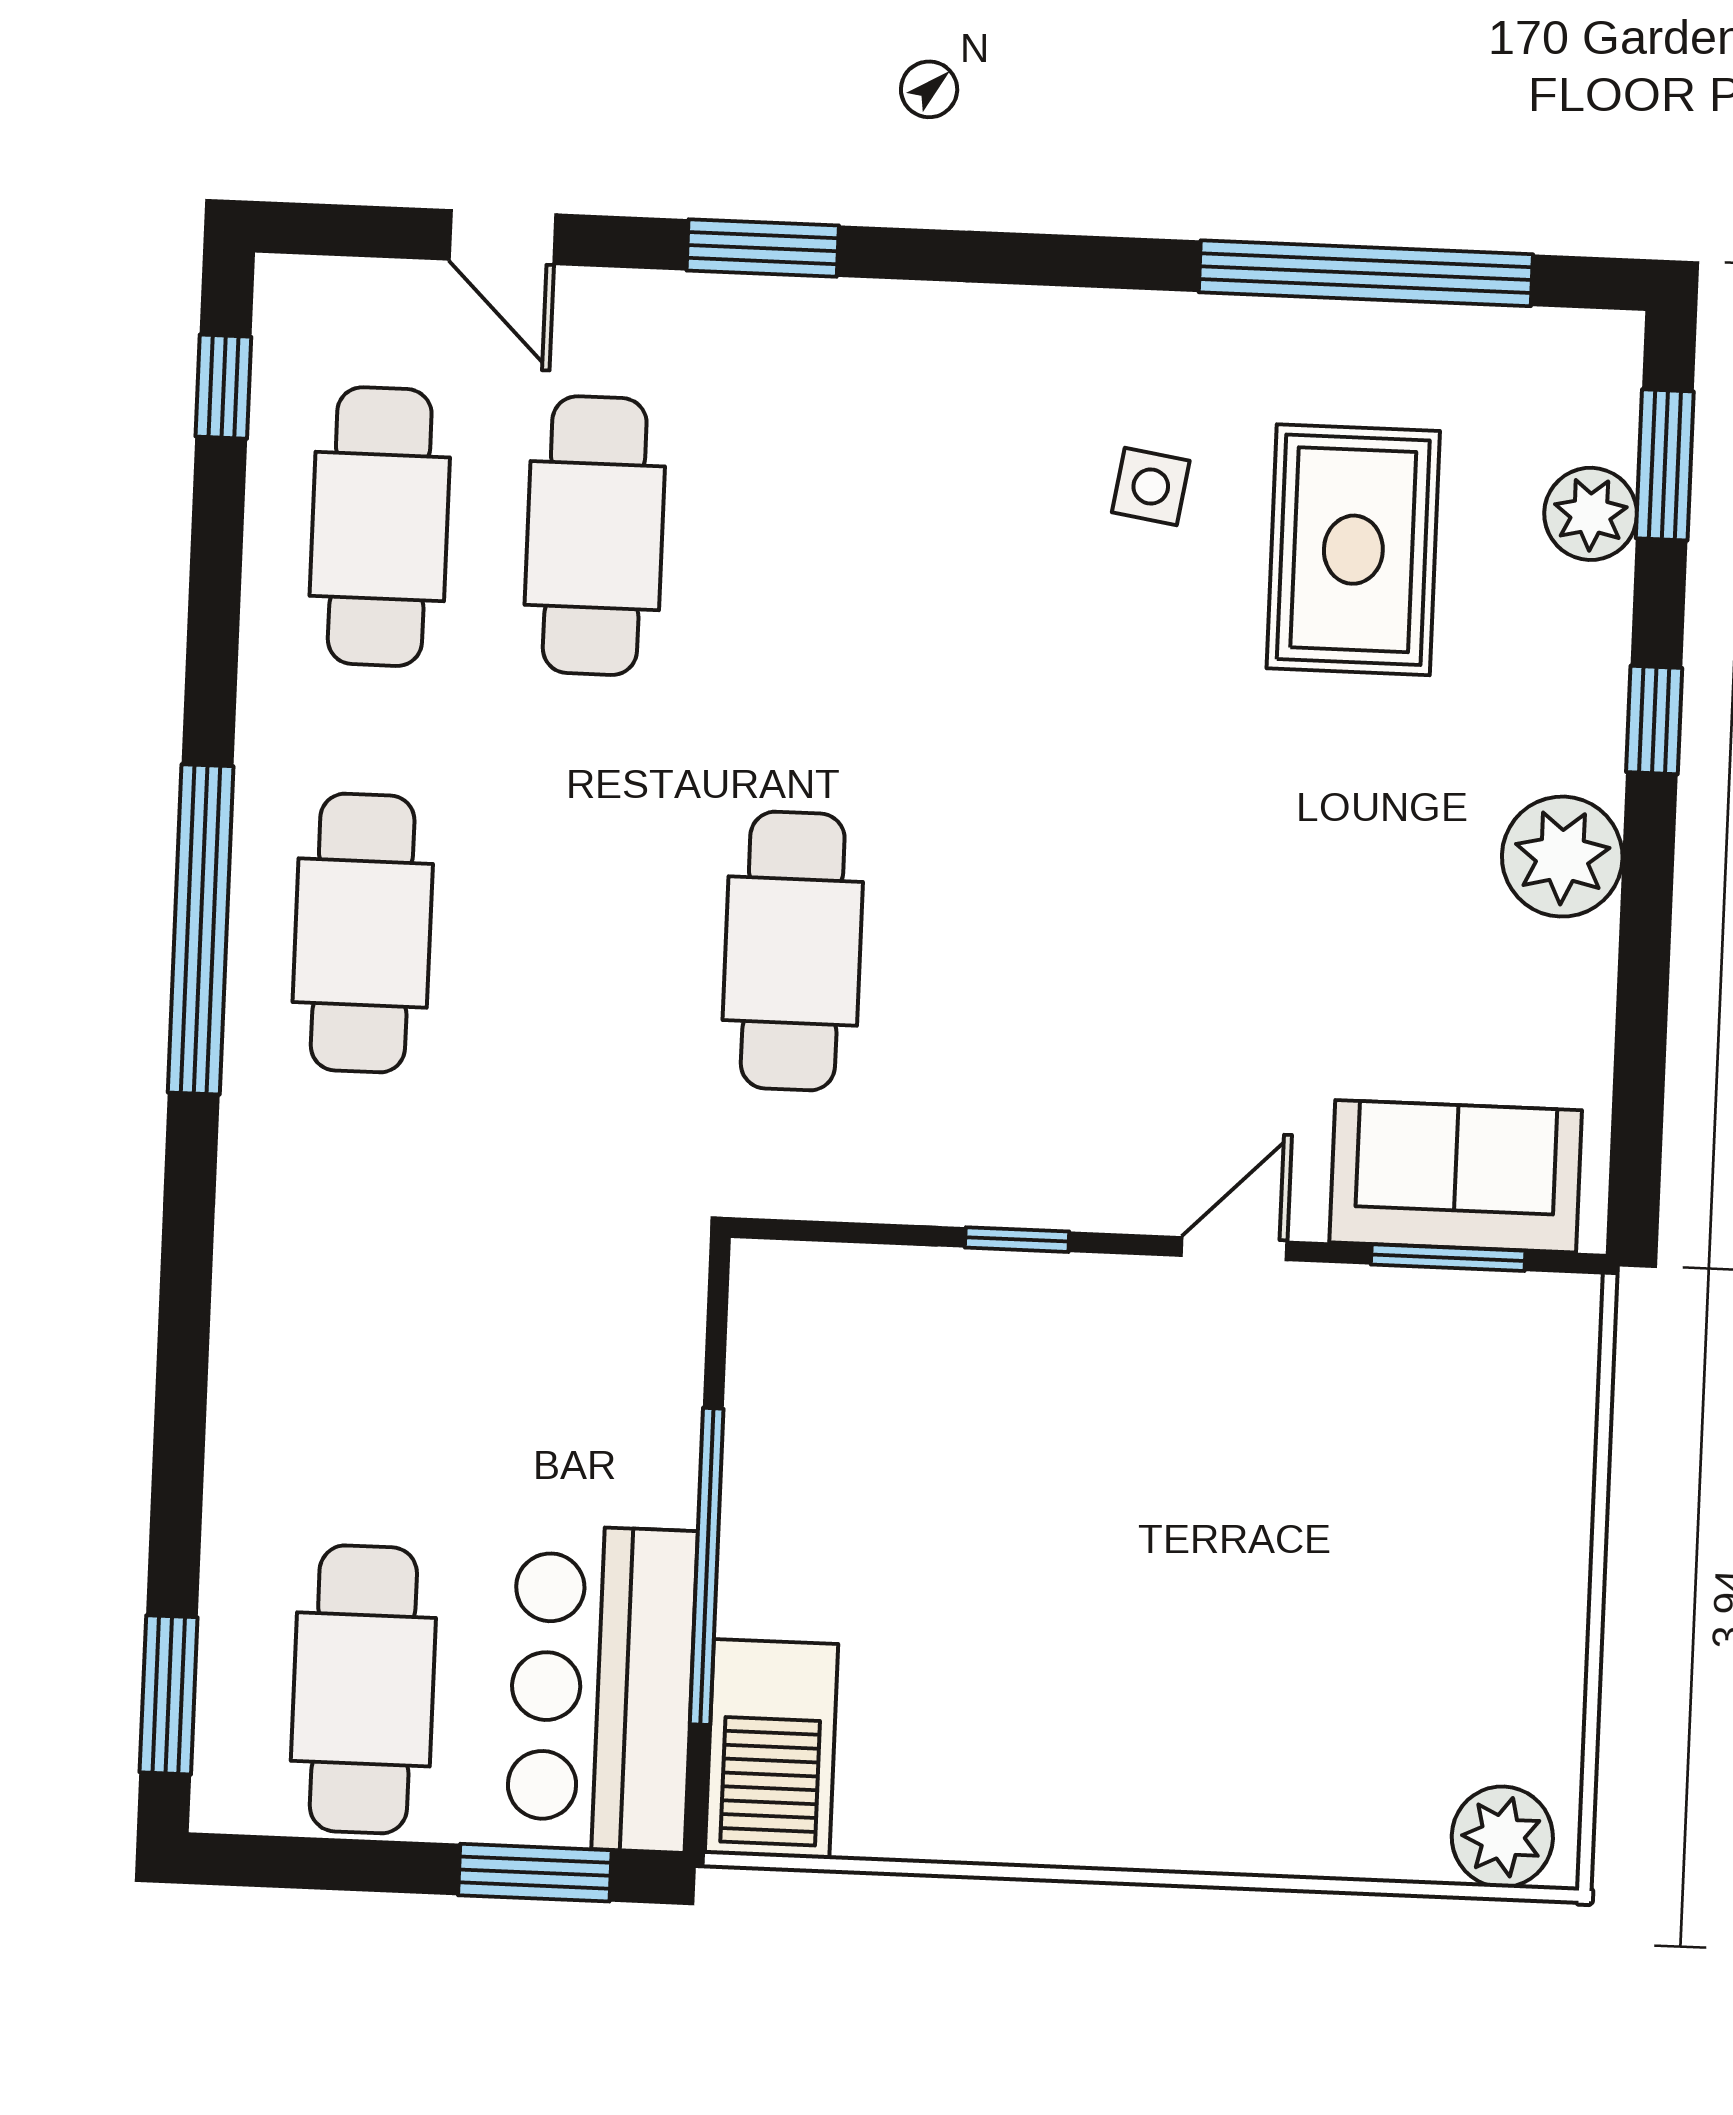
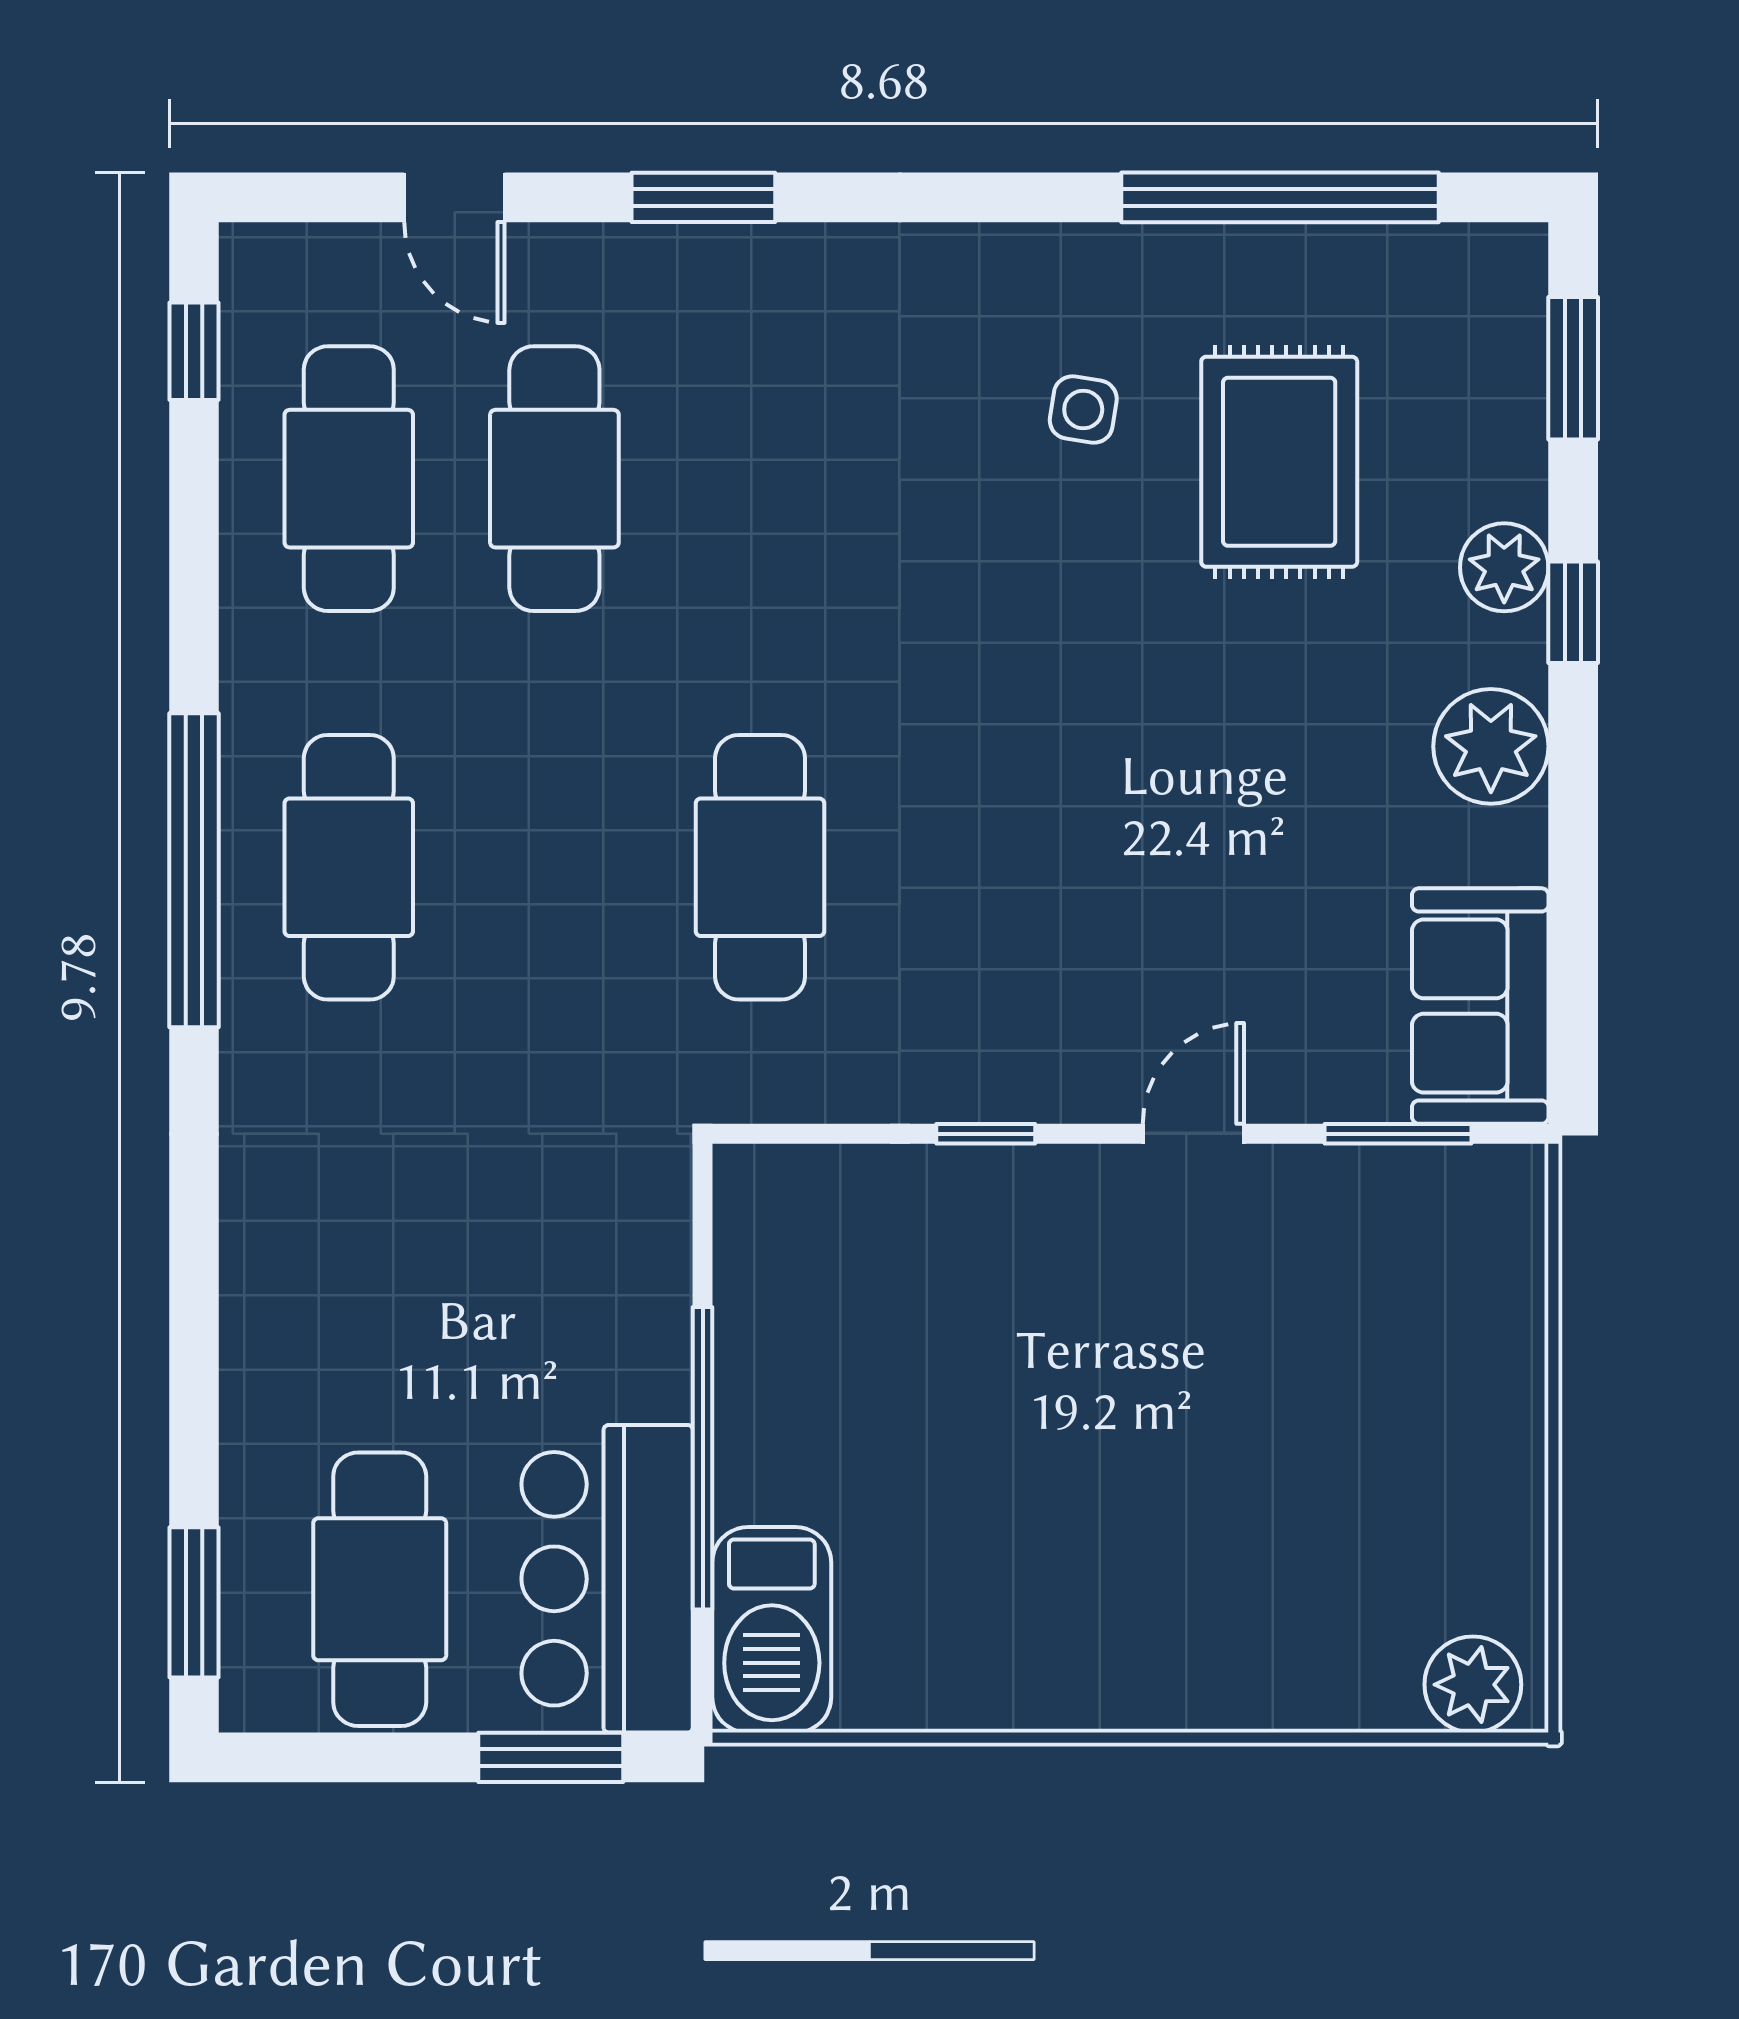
plant: (1591, 514) -> (1504, 567), moved
sofa: (1456, 1176) -> (1480, 1006), moved, turned -90

